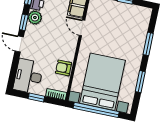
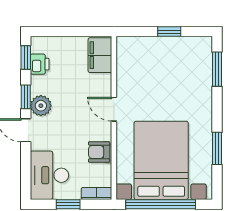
plant: (35, 18) -> (41, 106), moved
door: (82, 28) -> (114, 109), moved
window: (148, 44) -> (217, 69), moved

